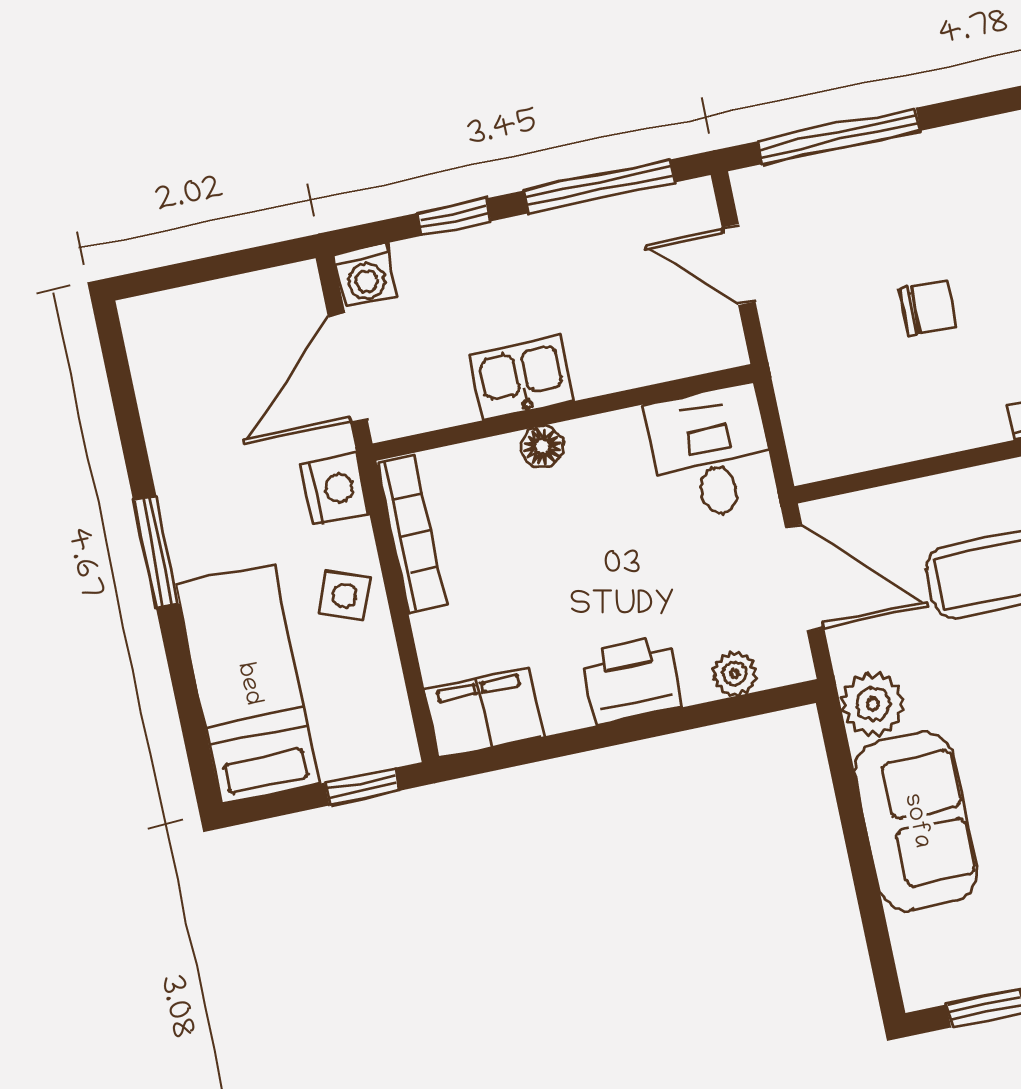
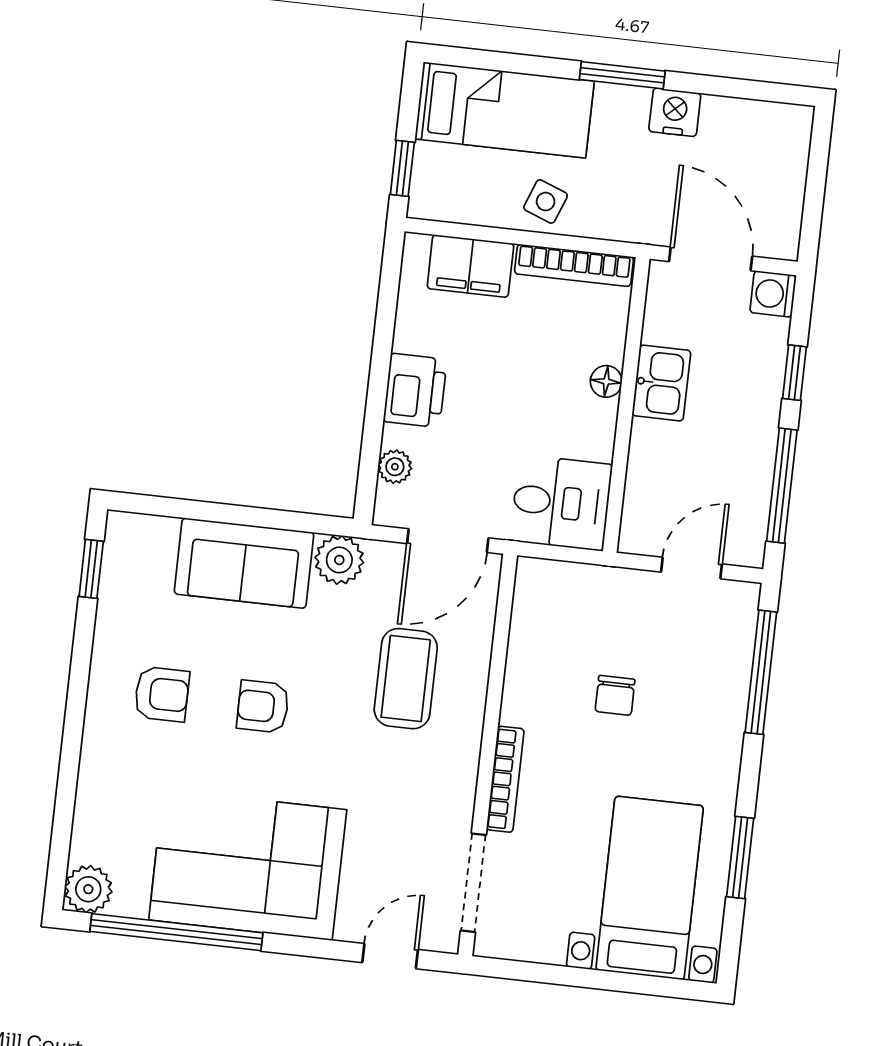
nightstand: (335, 489) -> (675, 112), moved, turned 180
filing cabinet: (484, 713) -> (470, 266), moved, turned 90

